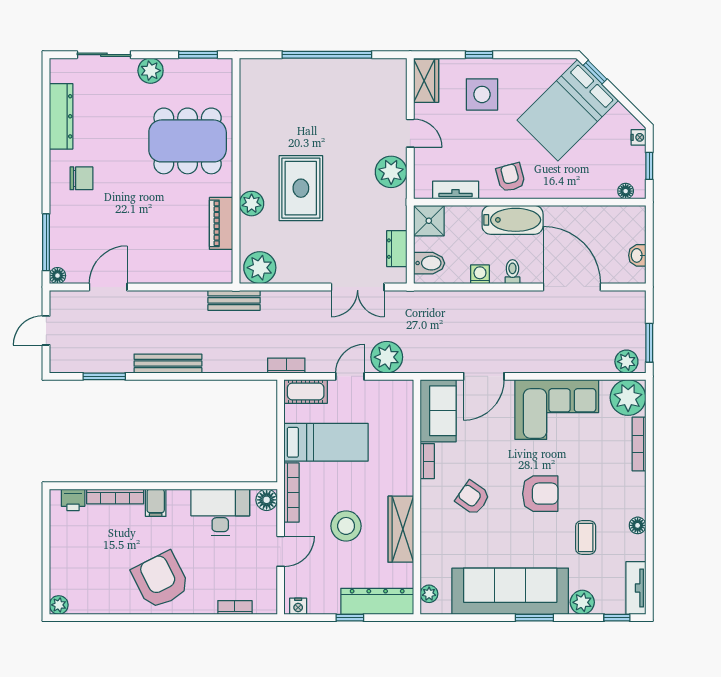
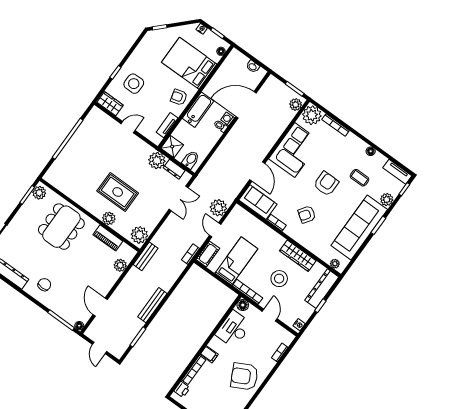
plant: (151, 71) -> (39, 193), moved
bed: (568, 110) -> (189, 63), moved, turned 135
plant: (391, 172) -> (157, 161), moved
plant: (193, 272) -> (120, 265), added
washing machine: (480, 274) -> (228, 119), moved

